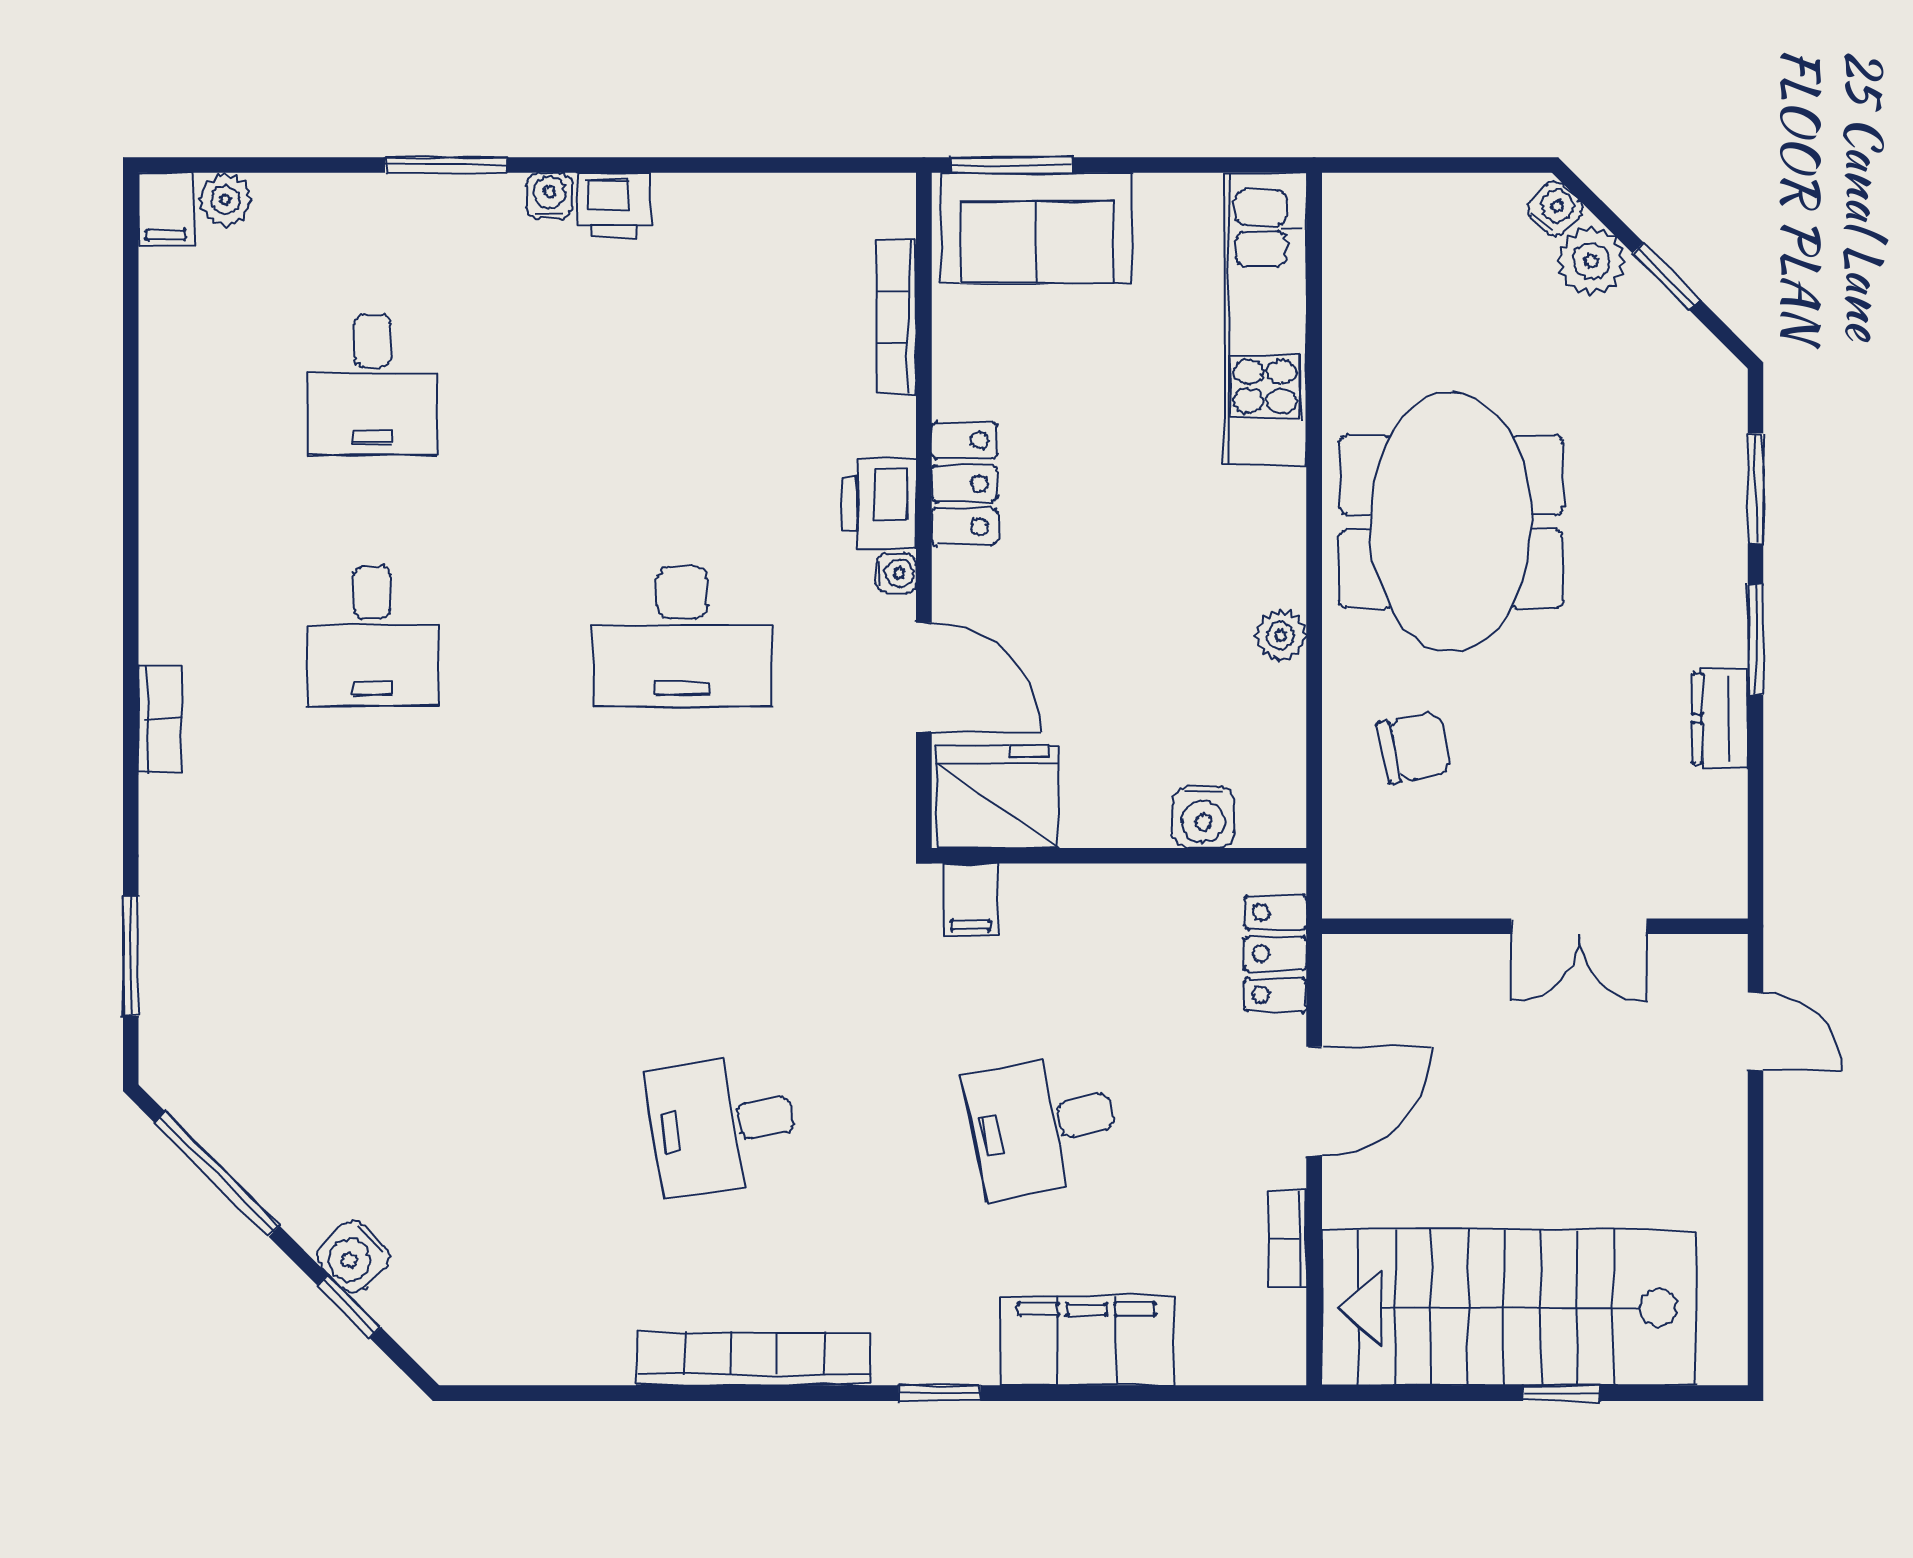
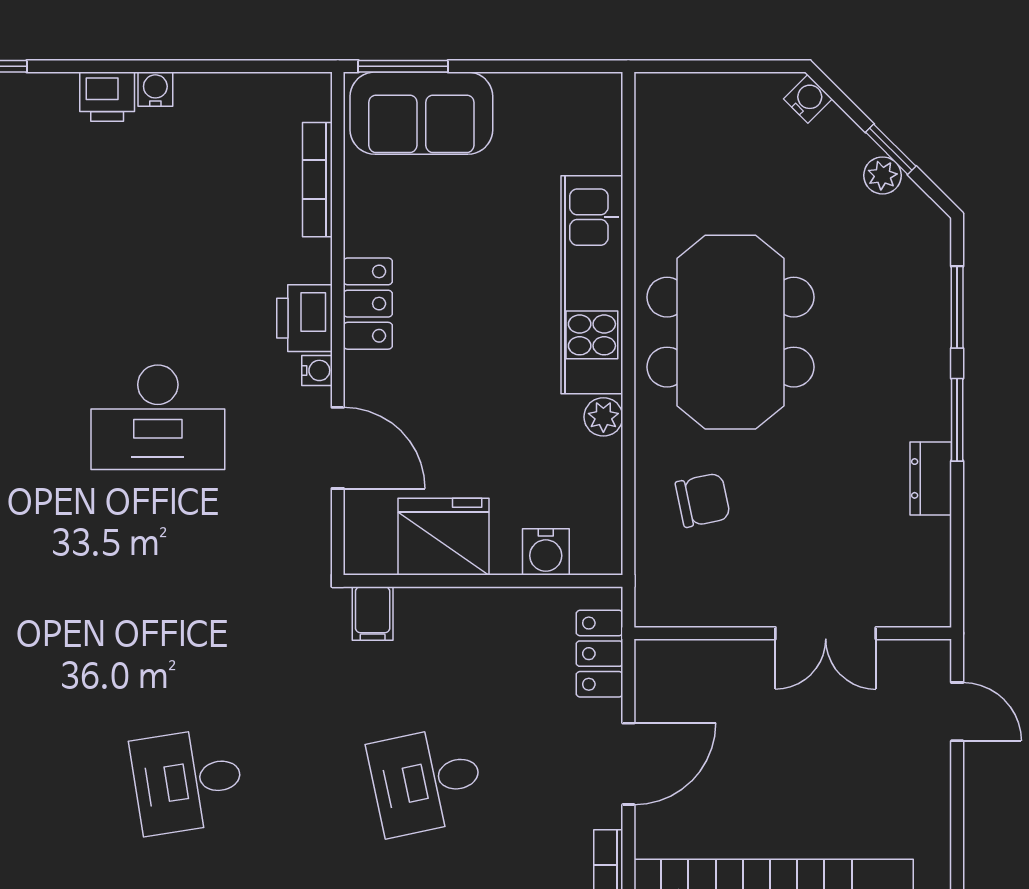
water cooler: (549, 196) -> (155, 89), moved
plant: (1591, 261) -> (883, 175), moved, width x0.73, depth x0.73
kitchen unit: (1265, 319) -> (592, 285), moved
fridge: (997, 797) -> (444, 537), moved

